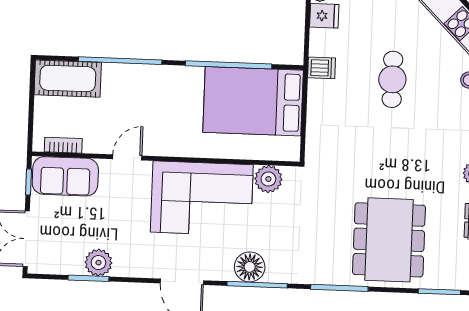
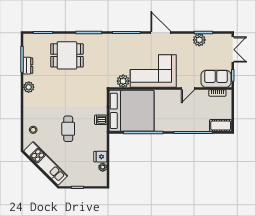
dishwasher: (322, 68) -> (101, 120), moved
cot: (68, 79) -> (221, 125), width x0.73, depth x0.75
bed: (253, 101) -> (131, 111), width x1.36
dining table: (389, 240) -> (67, 55), width x0.73
floor lamp: (250, 267) -> (130, 41), removed

